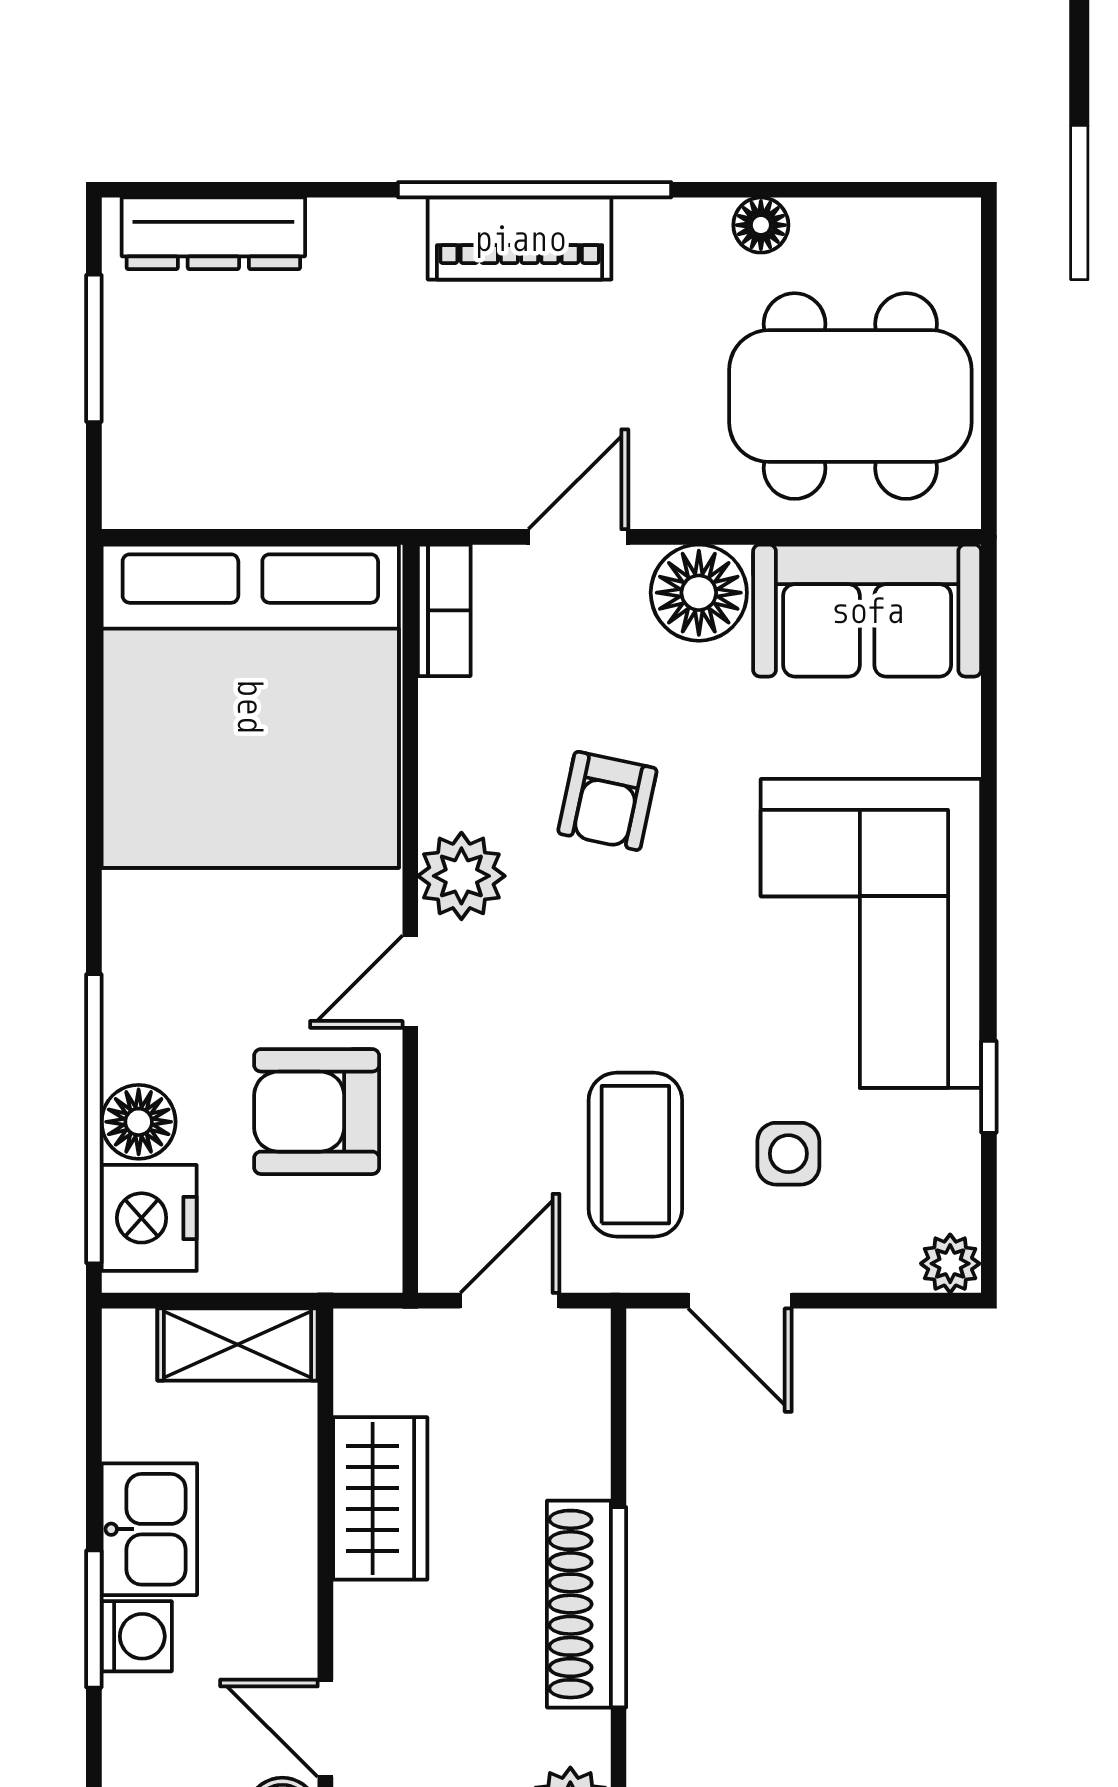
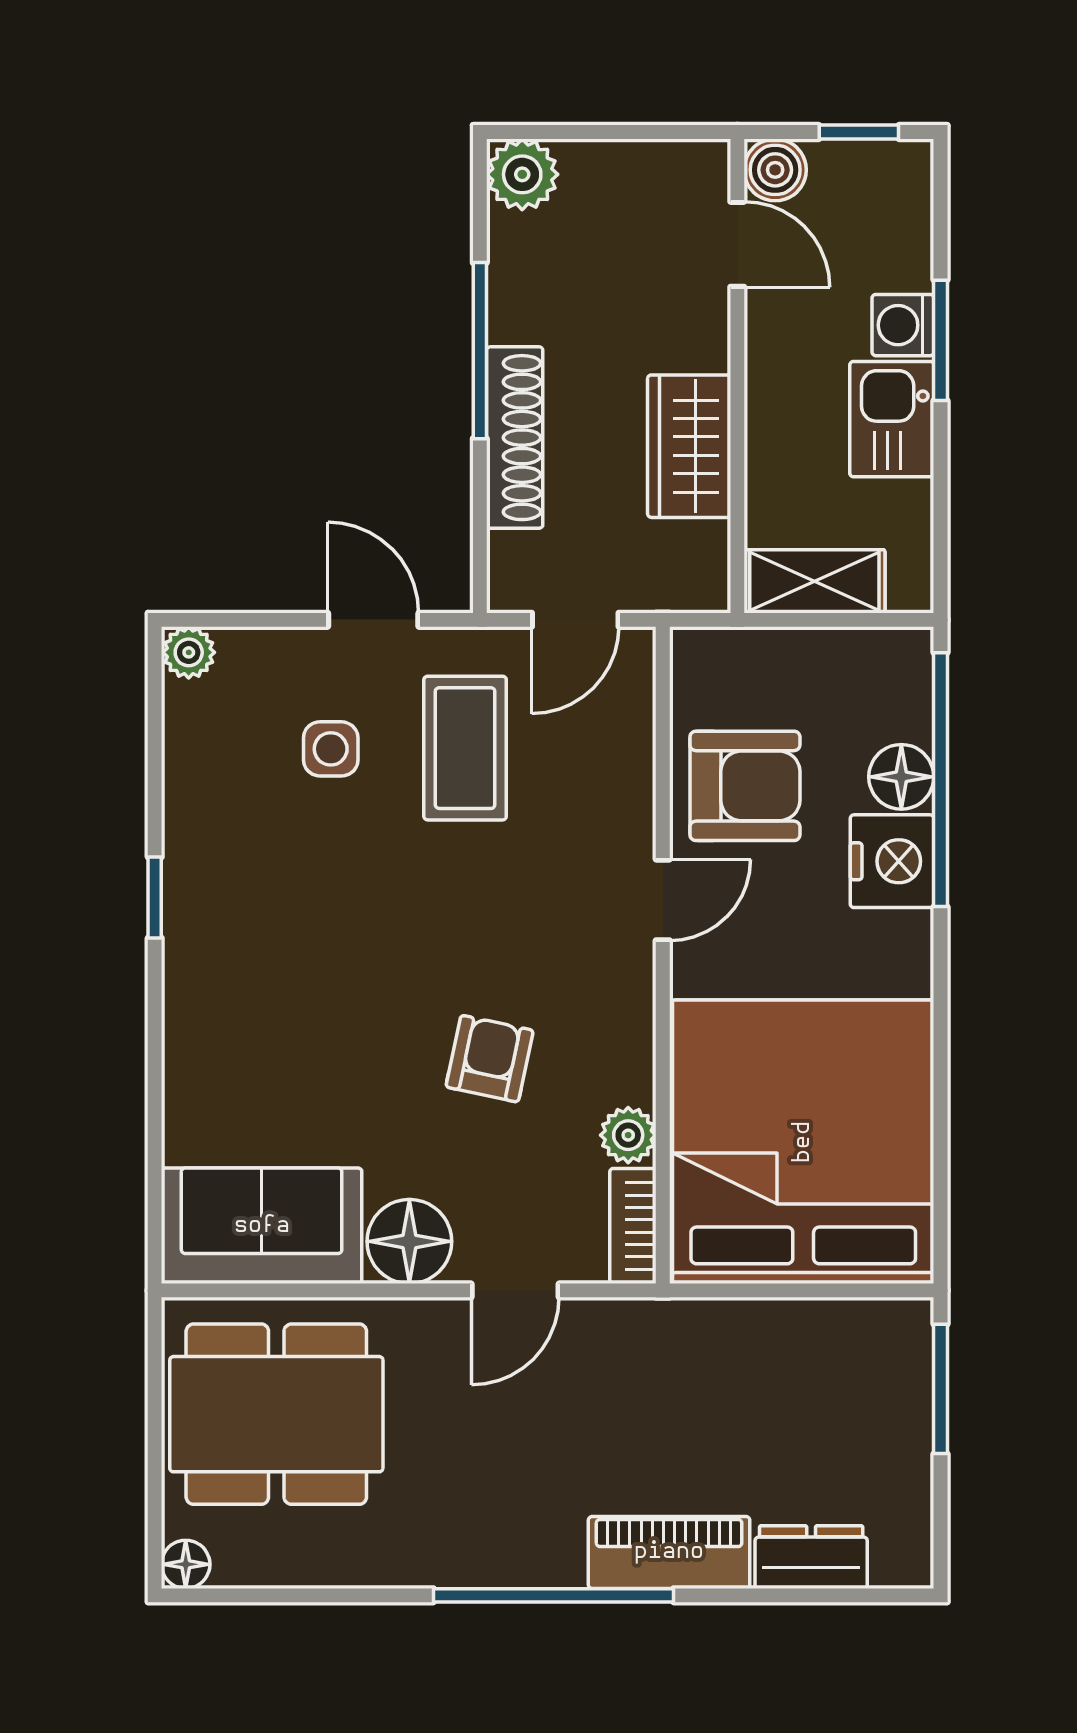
floor lamp: (761, 225) -> (186, 1564), moved
dresser: (213, 233) -> (811, 1557), width x0.70
piano: (520, 239) -> (669, 1552), moved
window: (94, 348) -> (941, 1389), moved
plant: (461, 876) -> (628, 1135), moved, width x0.73, depth x0.73
corner sofa: (871, 933) -> (258, 942), removed
window: (989, 1087) -> (155, 897), moved
nightstand: (149, 1218) -> (892, 861), moved
shoe rack: (579, 1604) -> (515, 438), moved

